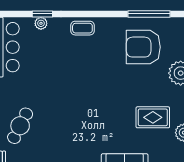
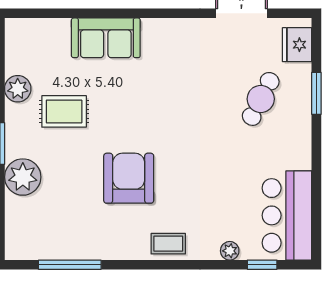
window: (42, 14) -> (262, 265), moved
armchair: (143, 47) -> (129, 178), moved, turned -90

